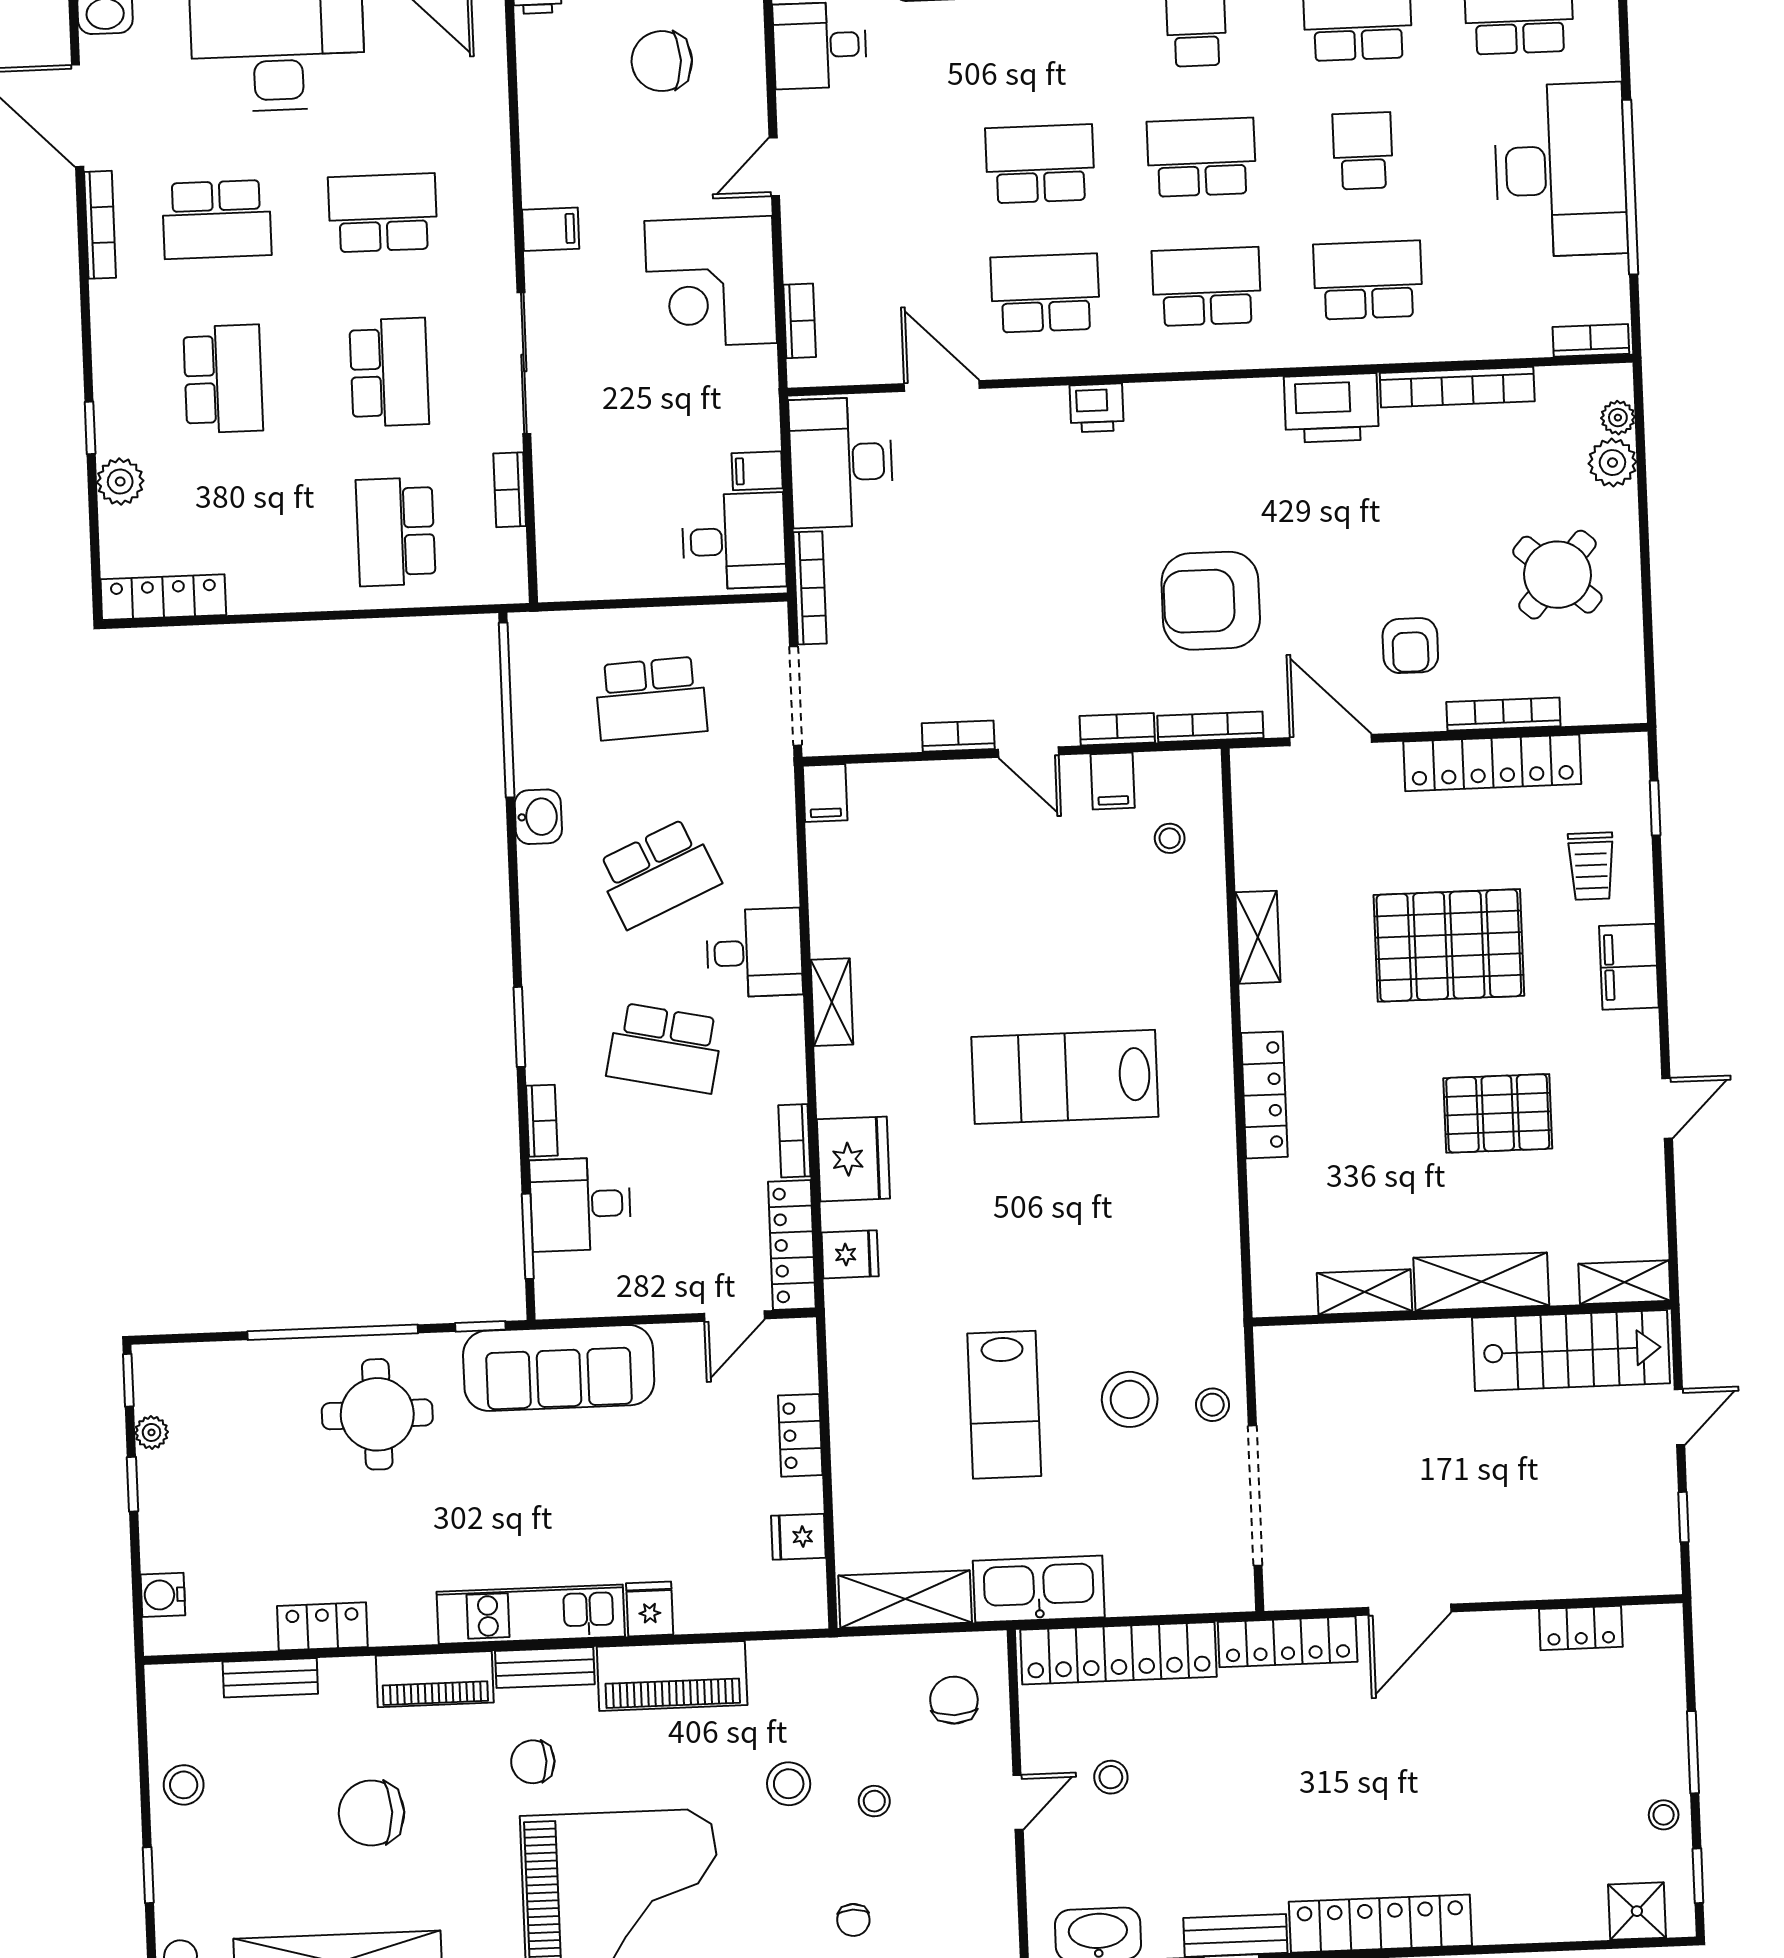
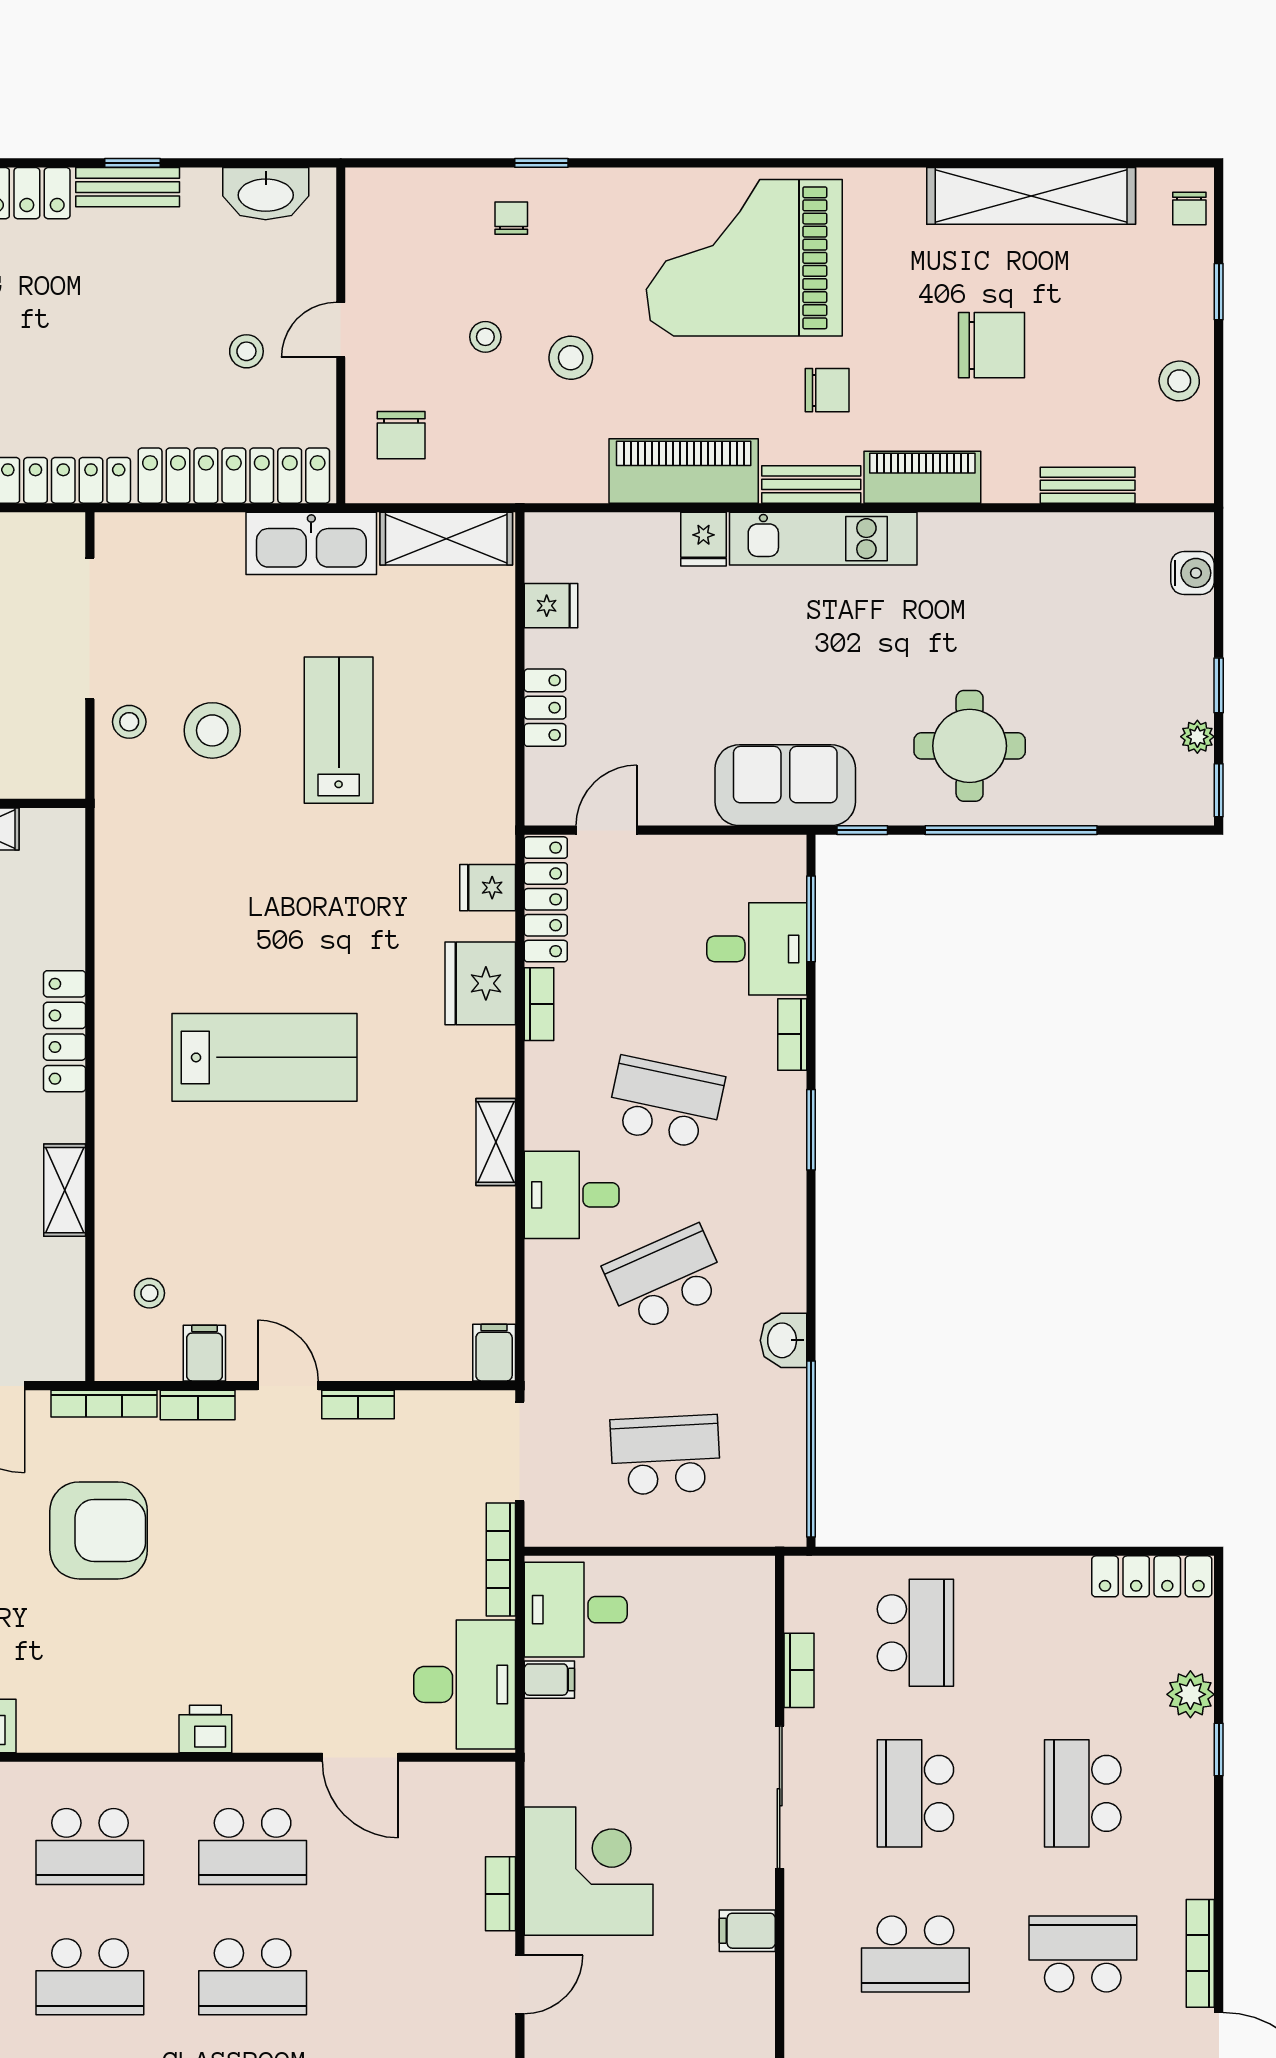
bookcase: (800, 321) -> (501, 1894), moved
sofa: (559, 1368) -> (785, 785), width x0.73
locker: (322, 1626) -> (1033, 535), removed

